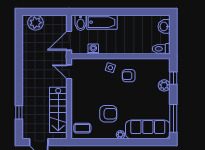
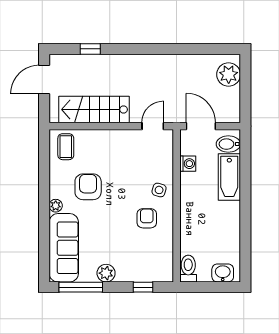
plant: (164, 85) -> (106, 273), moved
armchair: (108, 114) -> (88, 187), turned 180

